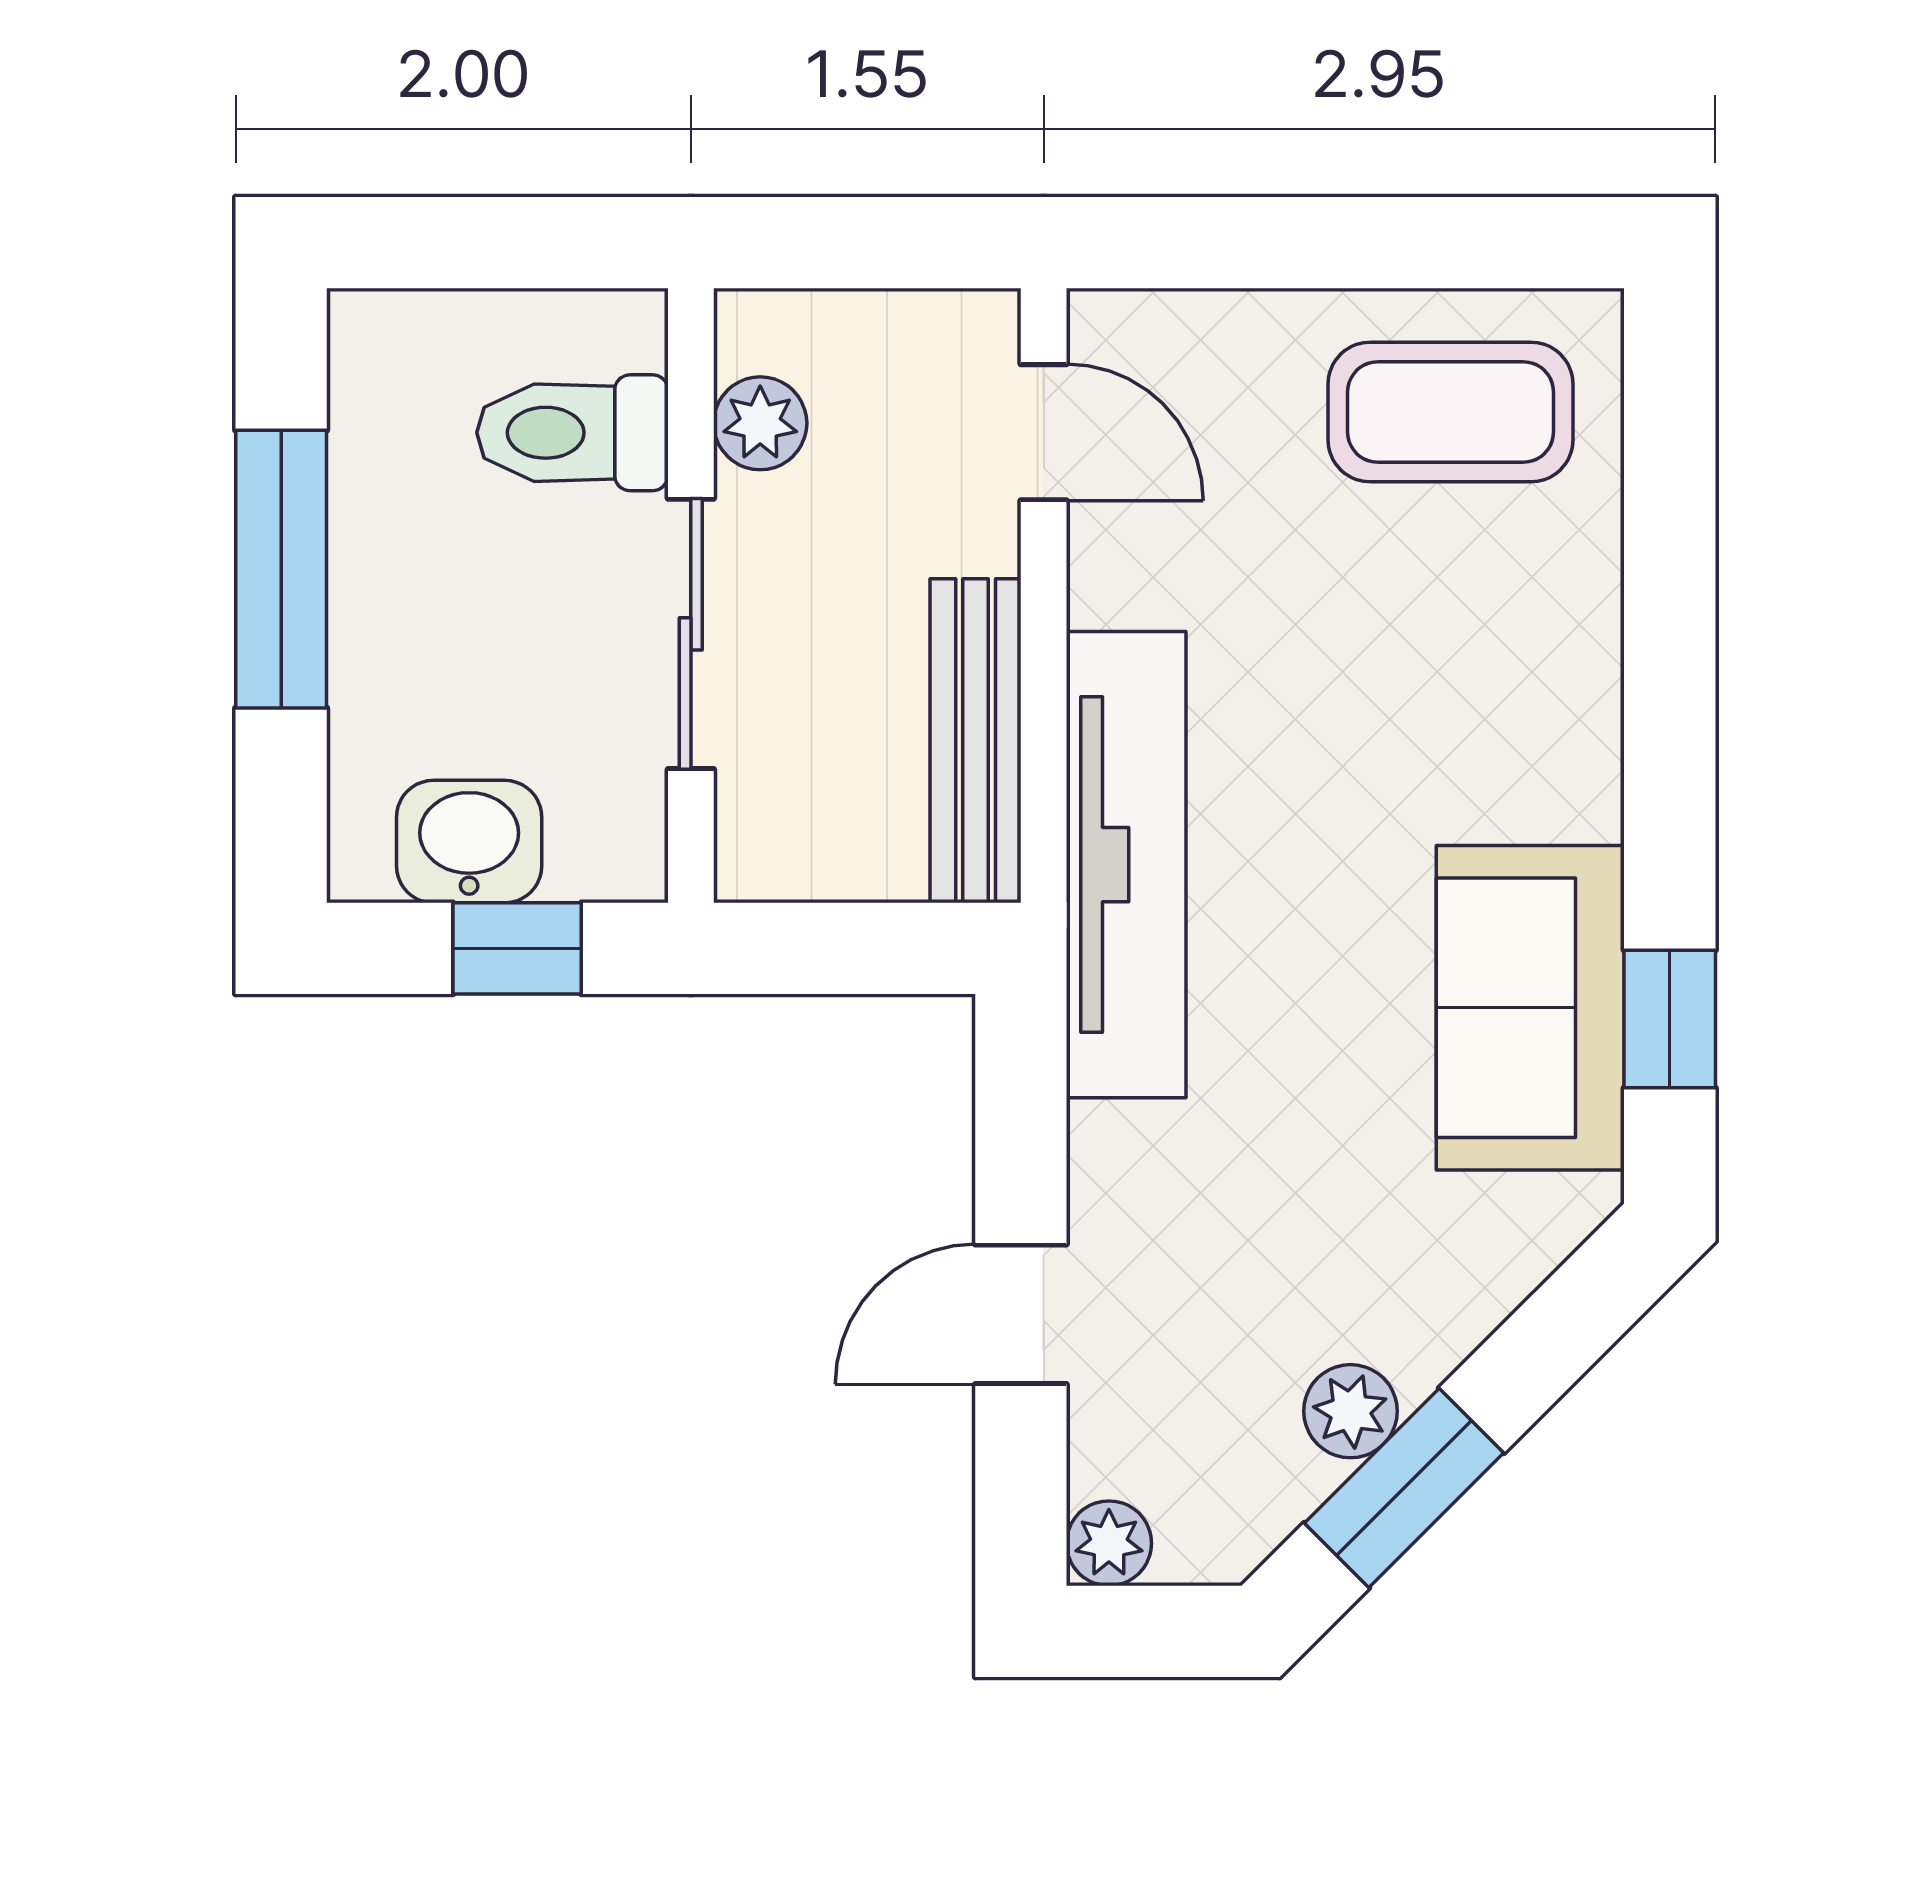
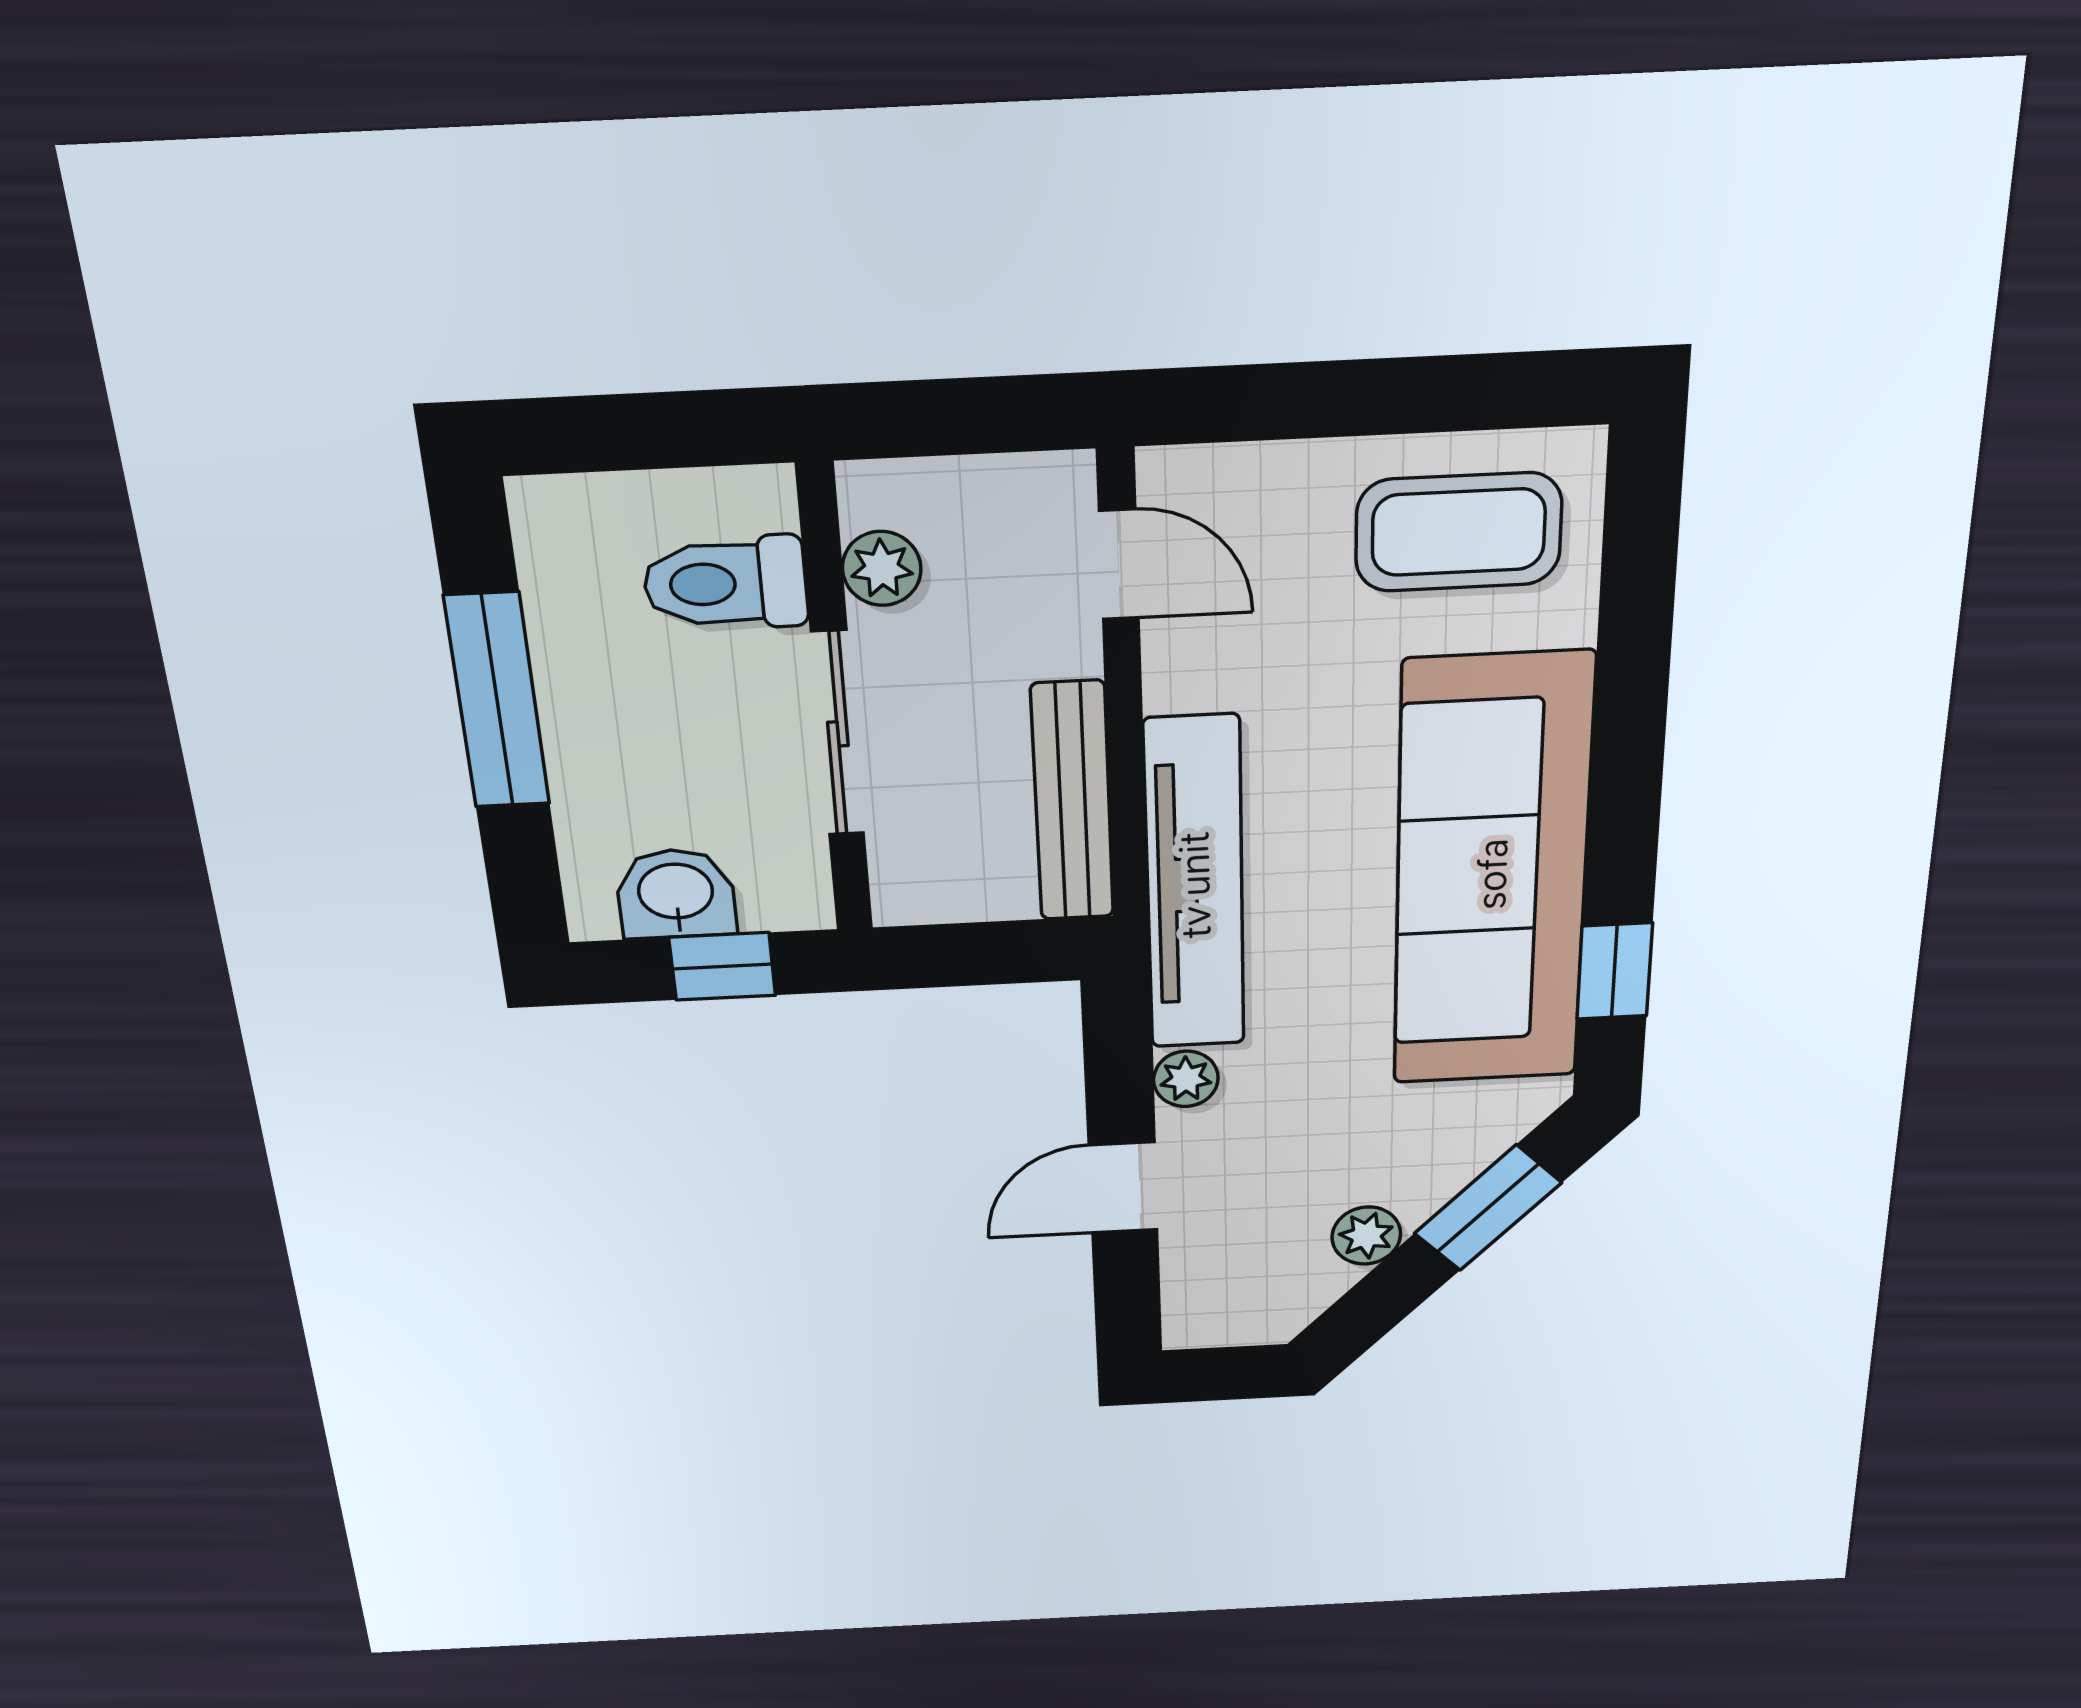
sofa: (1530, 1008) -> (1492, 874), width x1.85, depth x1.27
window: (1404, 1488) -> (1488, 1208), moved
plant: (1109, 1543) -> (1186, 1079), moved

